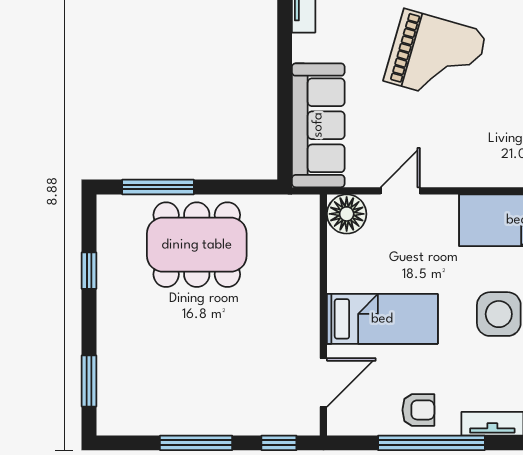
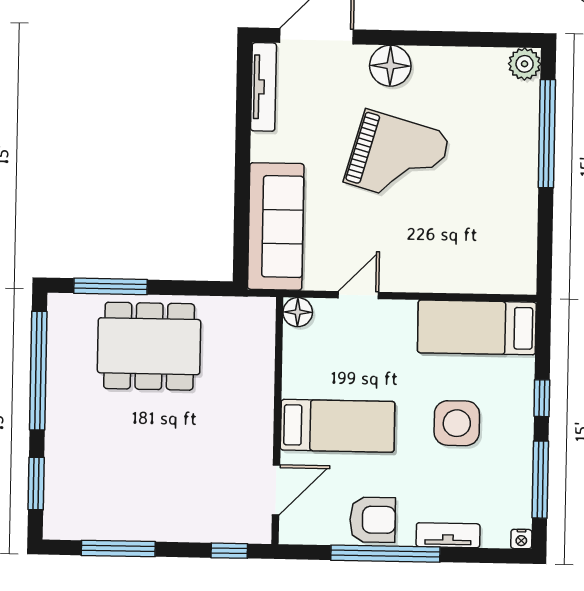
floor lamp: (347, 214) -> (298, 312), width x0.73, depth x0.73
window: (89, 271) -> (38, 371), width x3.17
armchair: (418, 410) -> (373, 520), width x1.38, depth x1.38
window: (196, 443) -> (118, 548), moved

